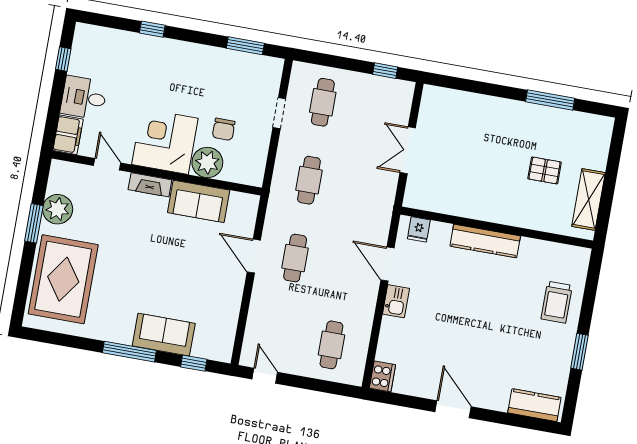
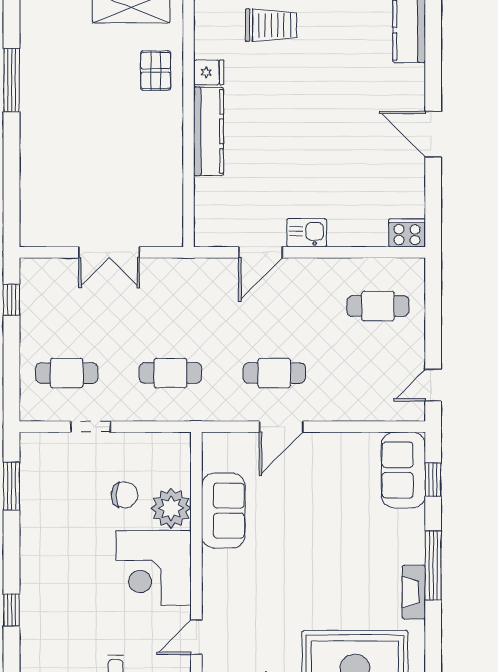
pallet: (545, 170) -> (156, 71), moved
fireplace: (150, 185) -> (414, 592), moved, turned 180
fridge: (419, 229) -> (209, 72), moved
sofa: (164, 335) -> (403, 470), moved
door: (453, 409) -> (433, 134), hinge flipped

